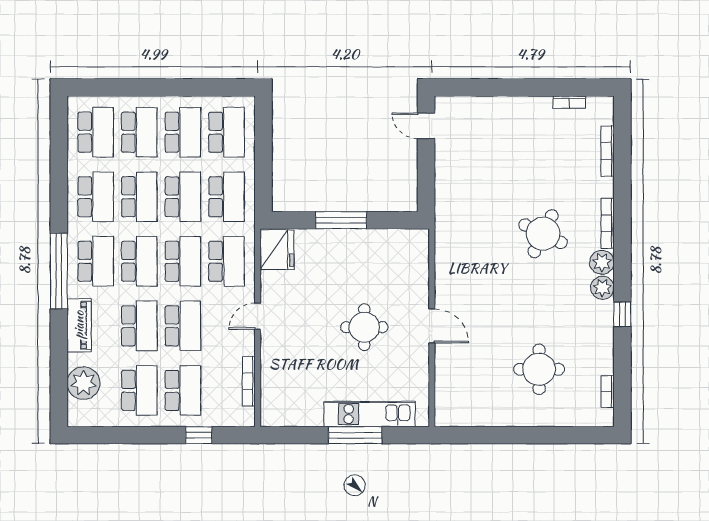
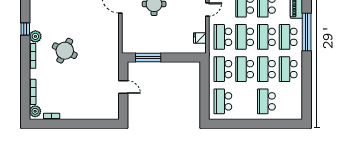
door: (426, 126) -> (123, 87), moved
school desk: (96, 132) -> (288, 101), removed
school desk: (183, 132) -> (245, 101), removed
window: (341, 220) -> (148, 57), moved
fridge: (277, 250) -> (200, 38), width x0.53, depth x0.75
plant: (602, 288) -> (35, 111), moved
window: (622, 314) -> (25, 29), moved

